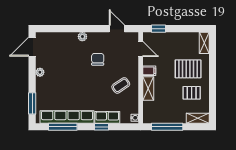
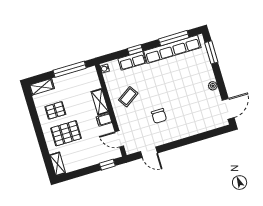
plant: (82, 37) -> (181, 134), removed

